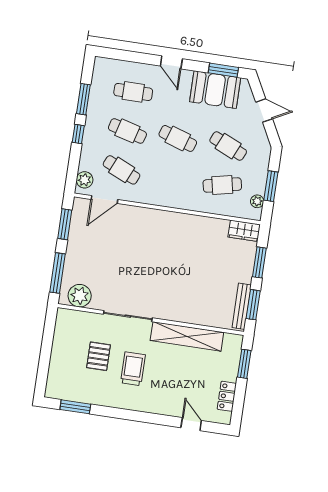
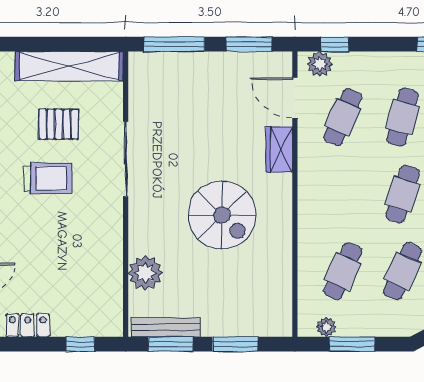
window: (78, 134) -> (335, 44), moved
cafe table: (222, 185) -> (343, 271), turned 36
wardrobe: (244, 231) -> (279, 149), moved
spiral stairs: (174, 259) -> (222, 215), added
plant: (80, 296) -> (145, 273), moved
shelving: (187, 336) -> (69, 66), moved, turned 90
window: (244, 364) -> (80, 344), width x0.67

